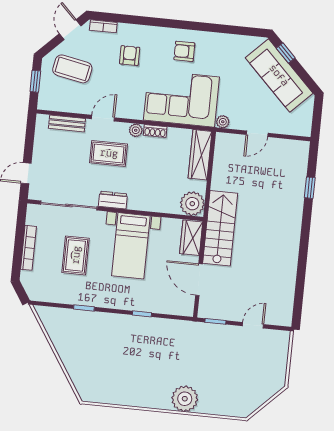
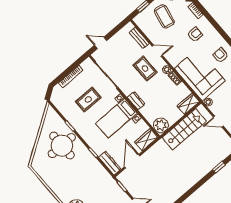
wardrobe: (200, 155) -> (188, 104), width x0.67
dresser: (113, 200) -> (136, 101), moved
stairs: (220, 228) -> (184, 129), moved
dresser: (174, 307) -> (110, 163), added
round table: (96, 341) -> (62, 146), added

